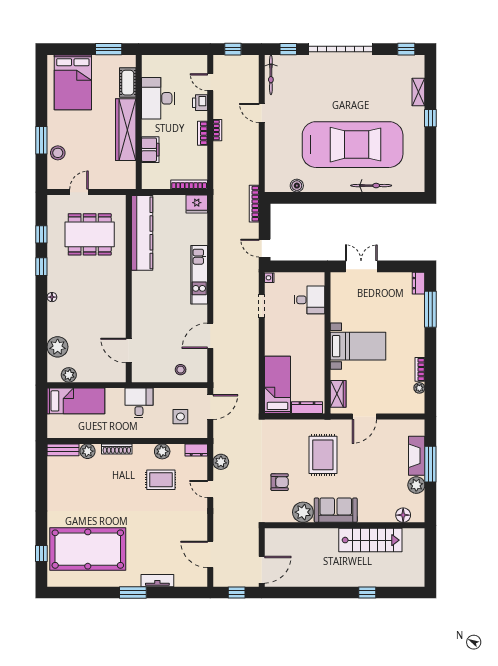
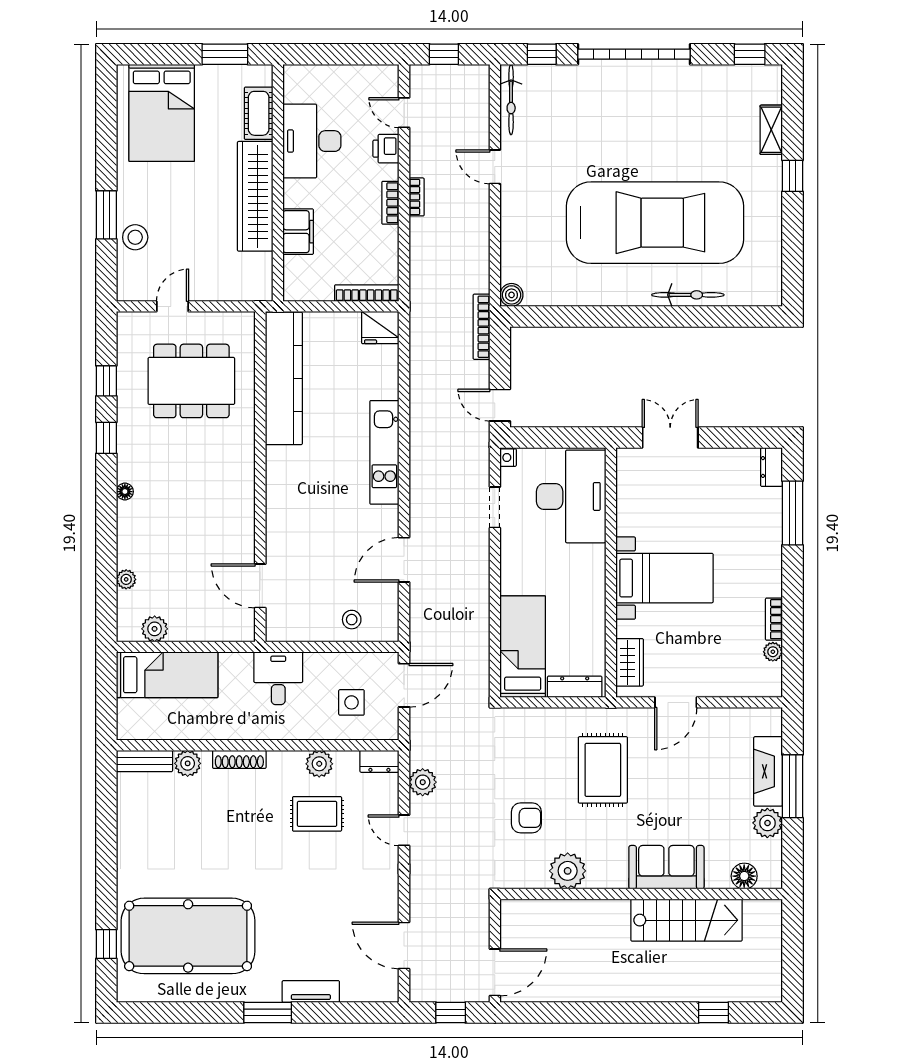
boiler: (297, 186) -> (512, 295), moved
desk: (310, 300) -> (571, 496), width x1.87, depth x1.30
plant: (58, 347) -> (126, 579), width x0.53, depth x0.53
sofa: (336, 510) -> (666, 867), moved
window: (367, 593) -> (713, 1013), moved

